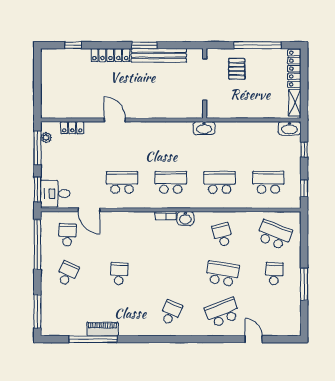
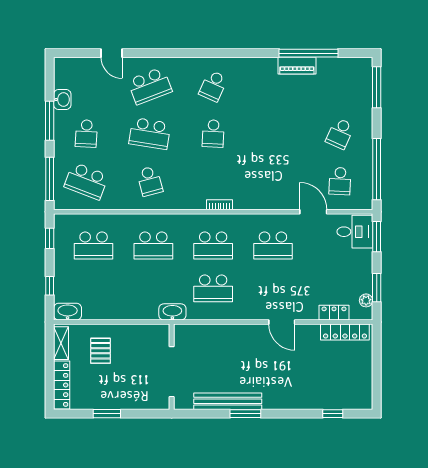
window: (257, 45) -> (107, 414), width x0.47
locker: (110, 55) -> (345, 332), moved, turned 180
pallet: (237, 69) -> (101, 351), moved
school desk: (171, 147) -> (213, 288), added
window: (37, 148) -> (377, 288), width x0.69
washbasin: (185, 218) -> (62, 99), moved, turned 90
window: (304, 237) -> (50, 179), added
school desk: (119, 274) -> (213, 133), moved

